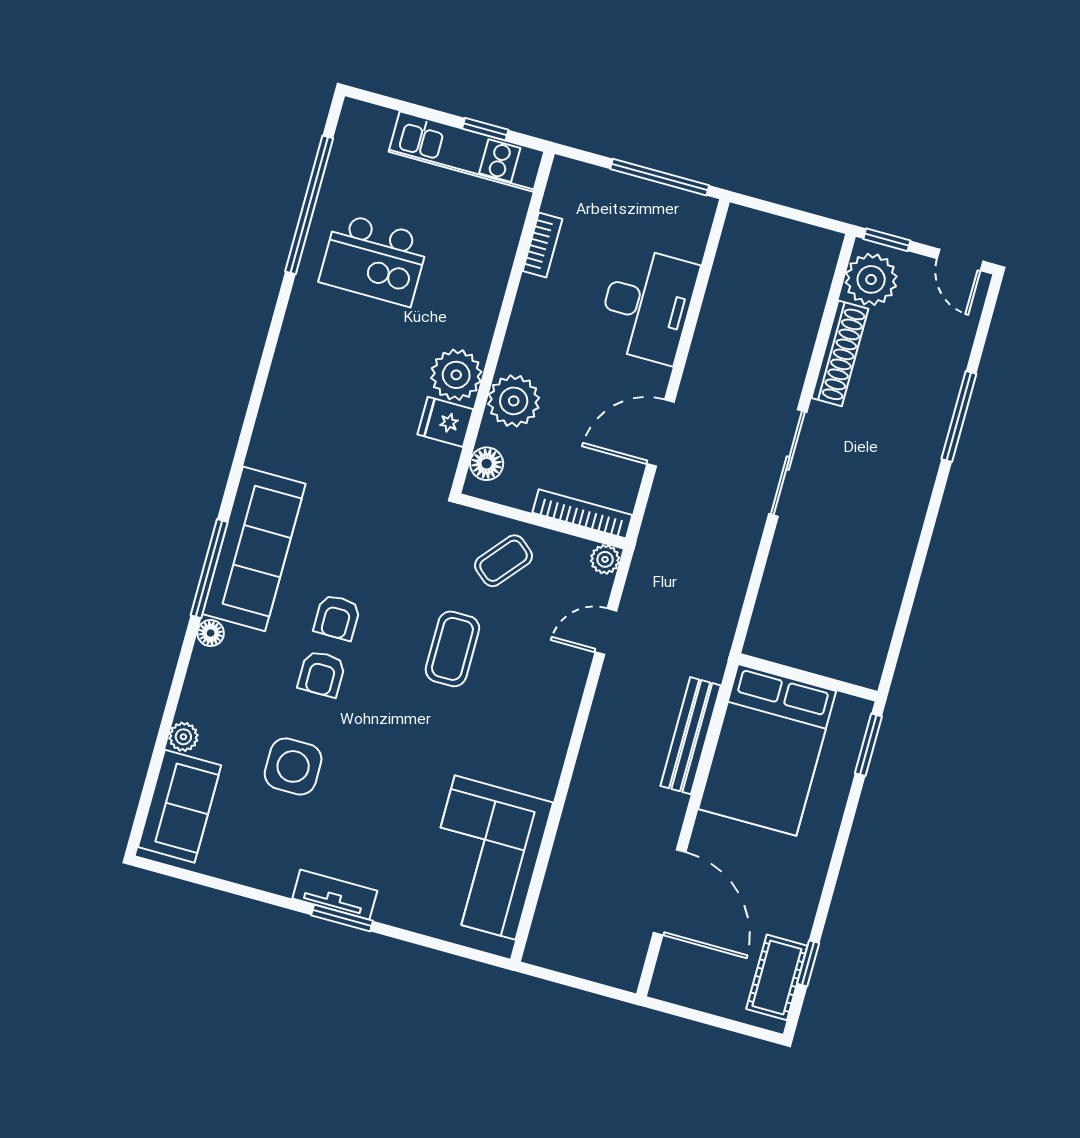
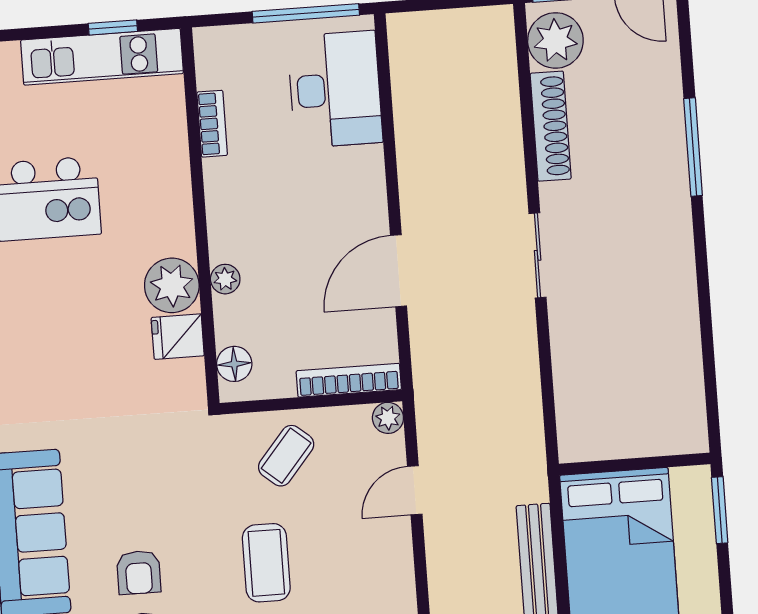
desk: (647, 305) -> (335, 89), moved
plant: (514, 401) -> (225, 279), width x0.53, depth x0.53
sliding door: (788, 463) -> (538, 255), width x0.73

